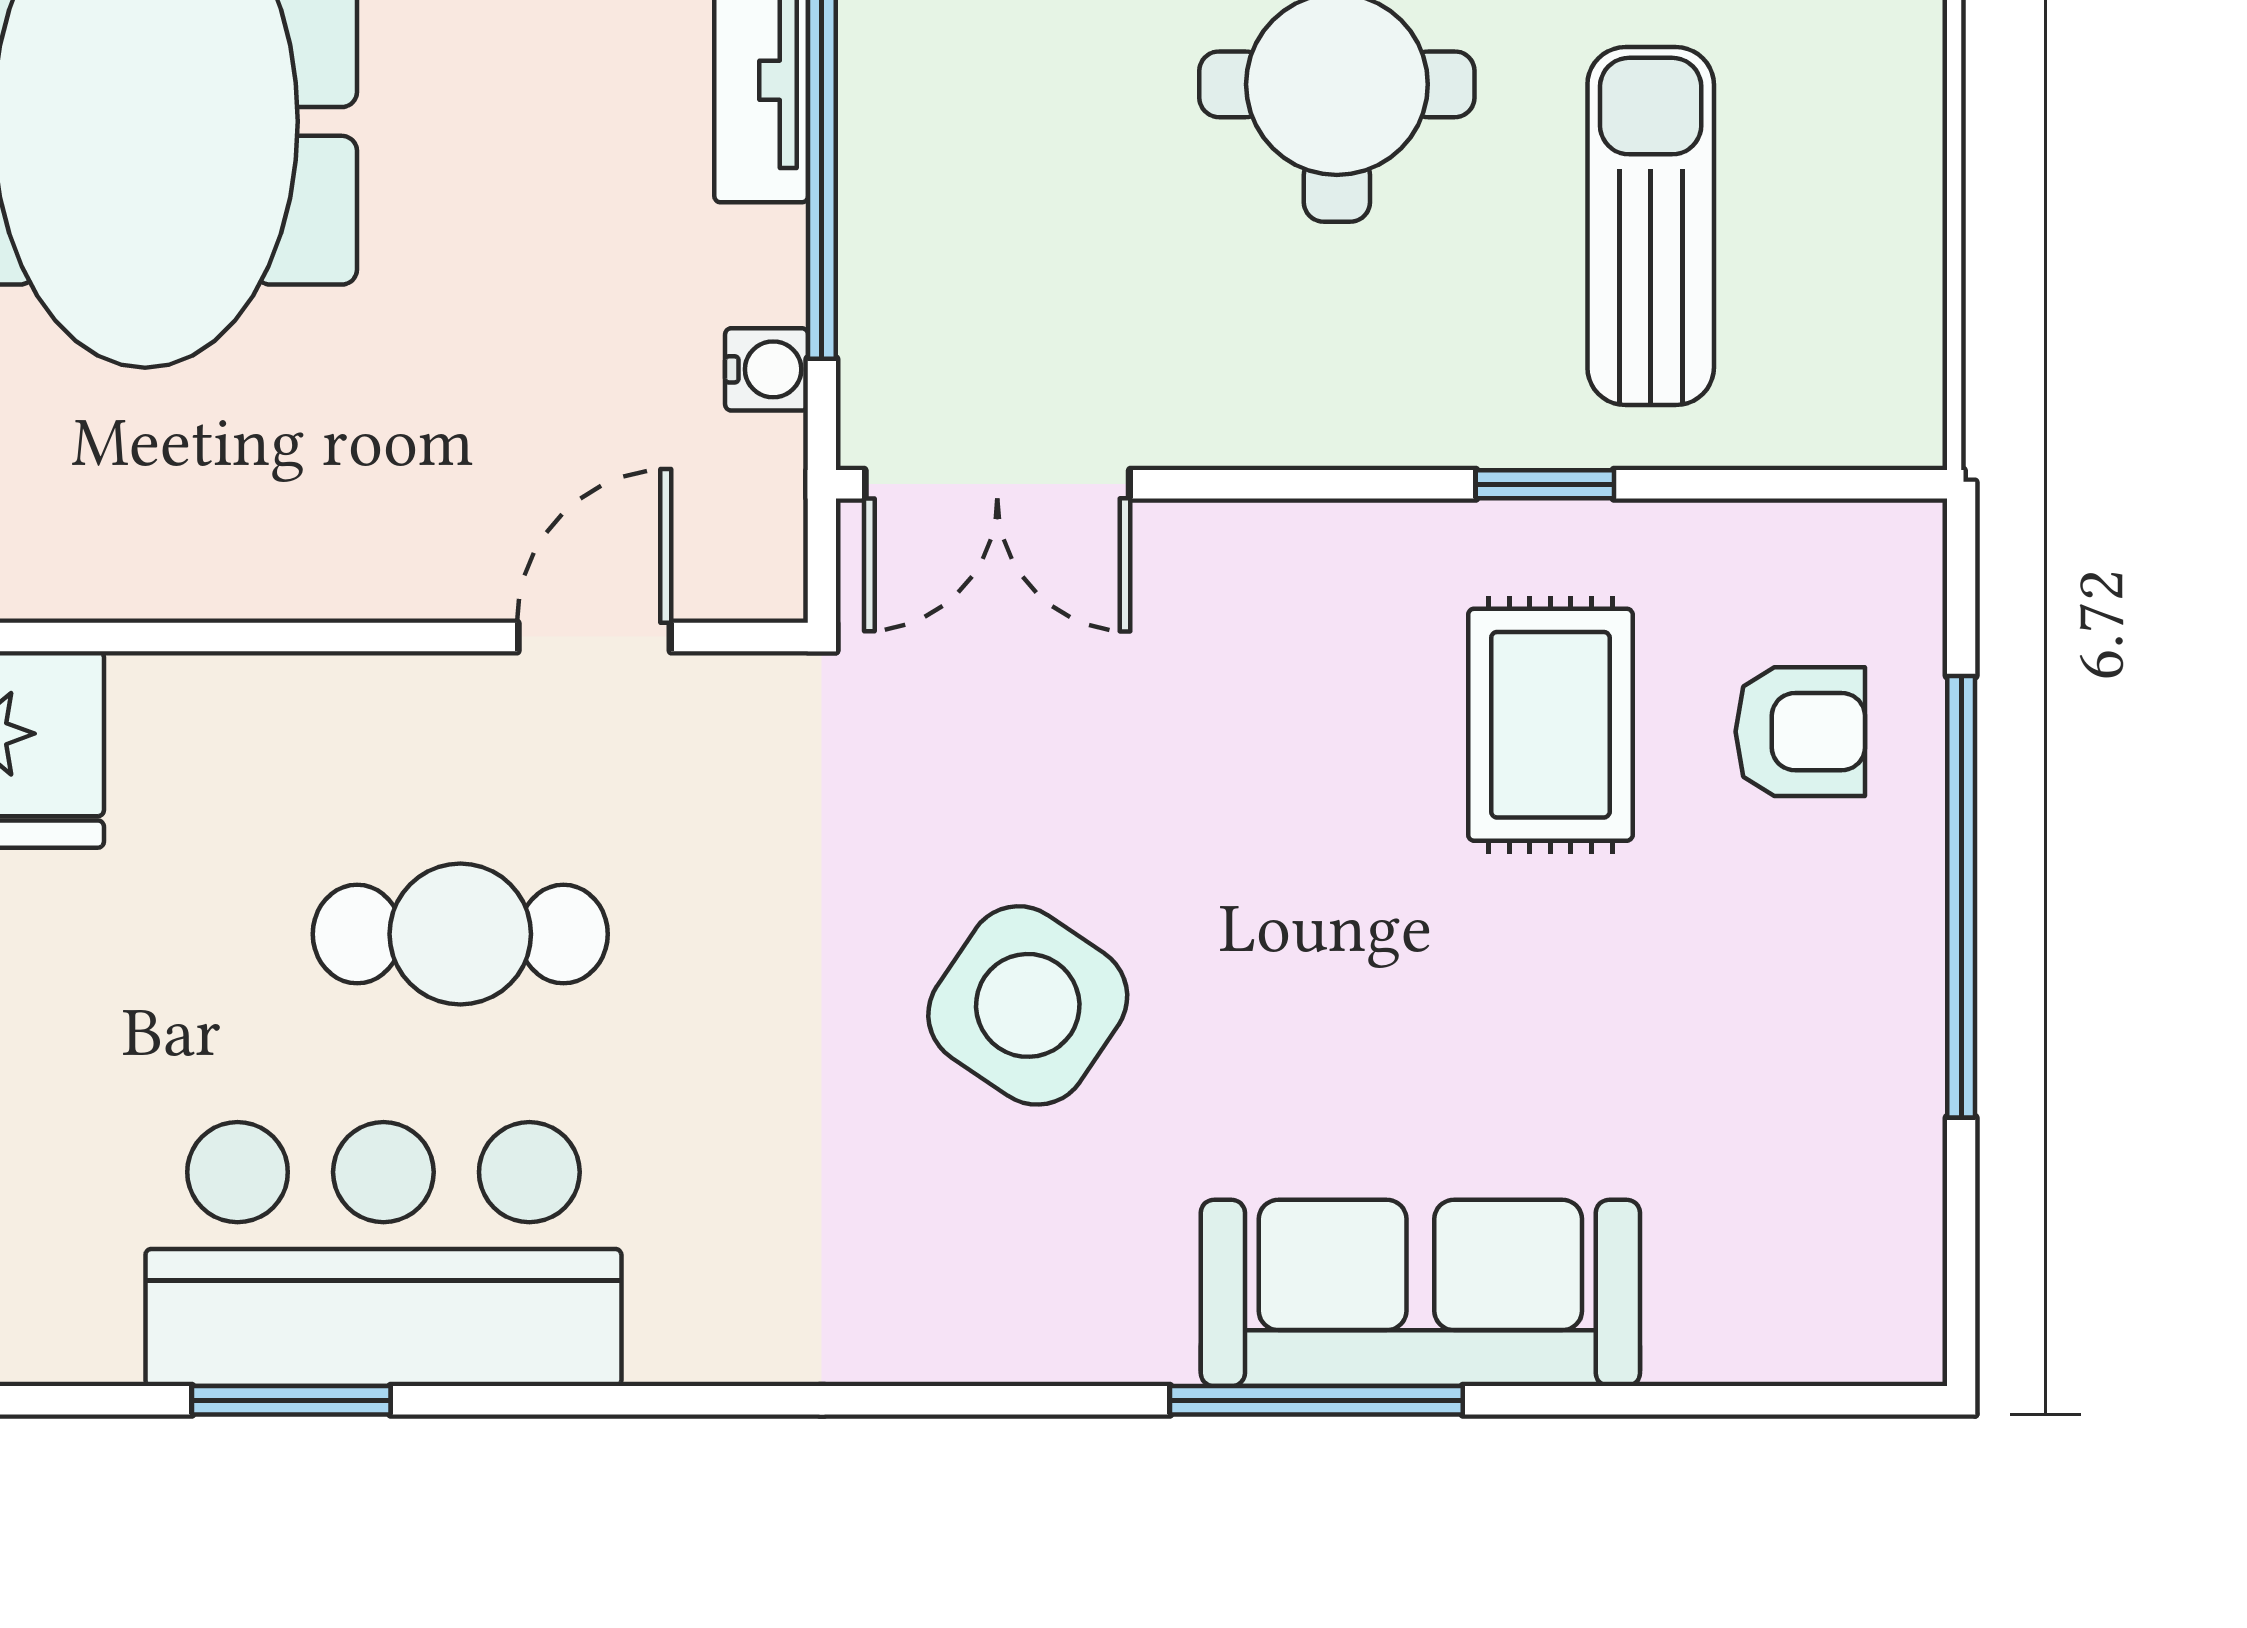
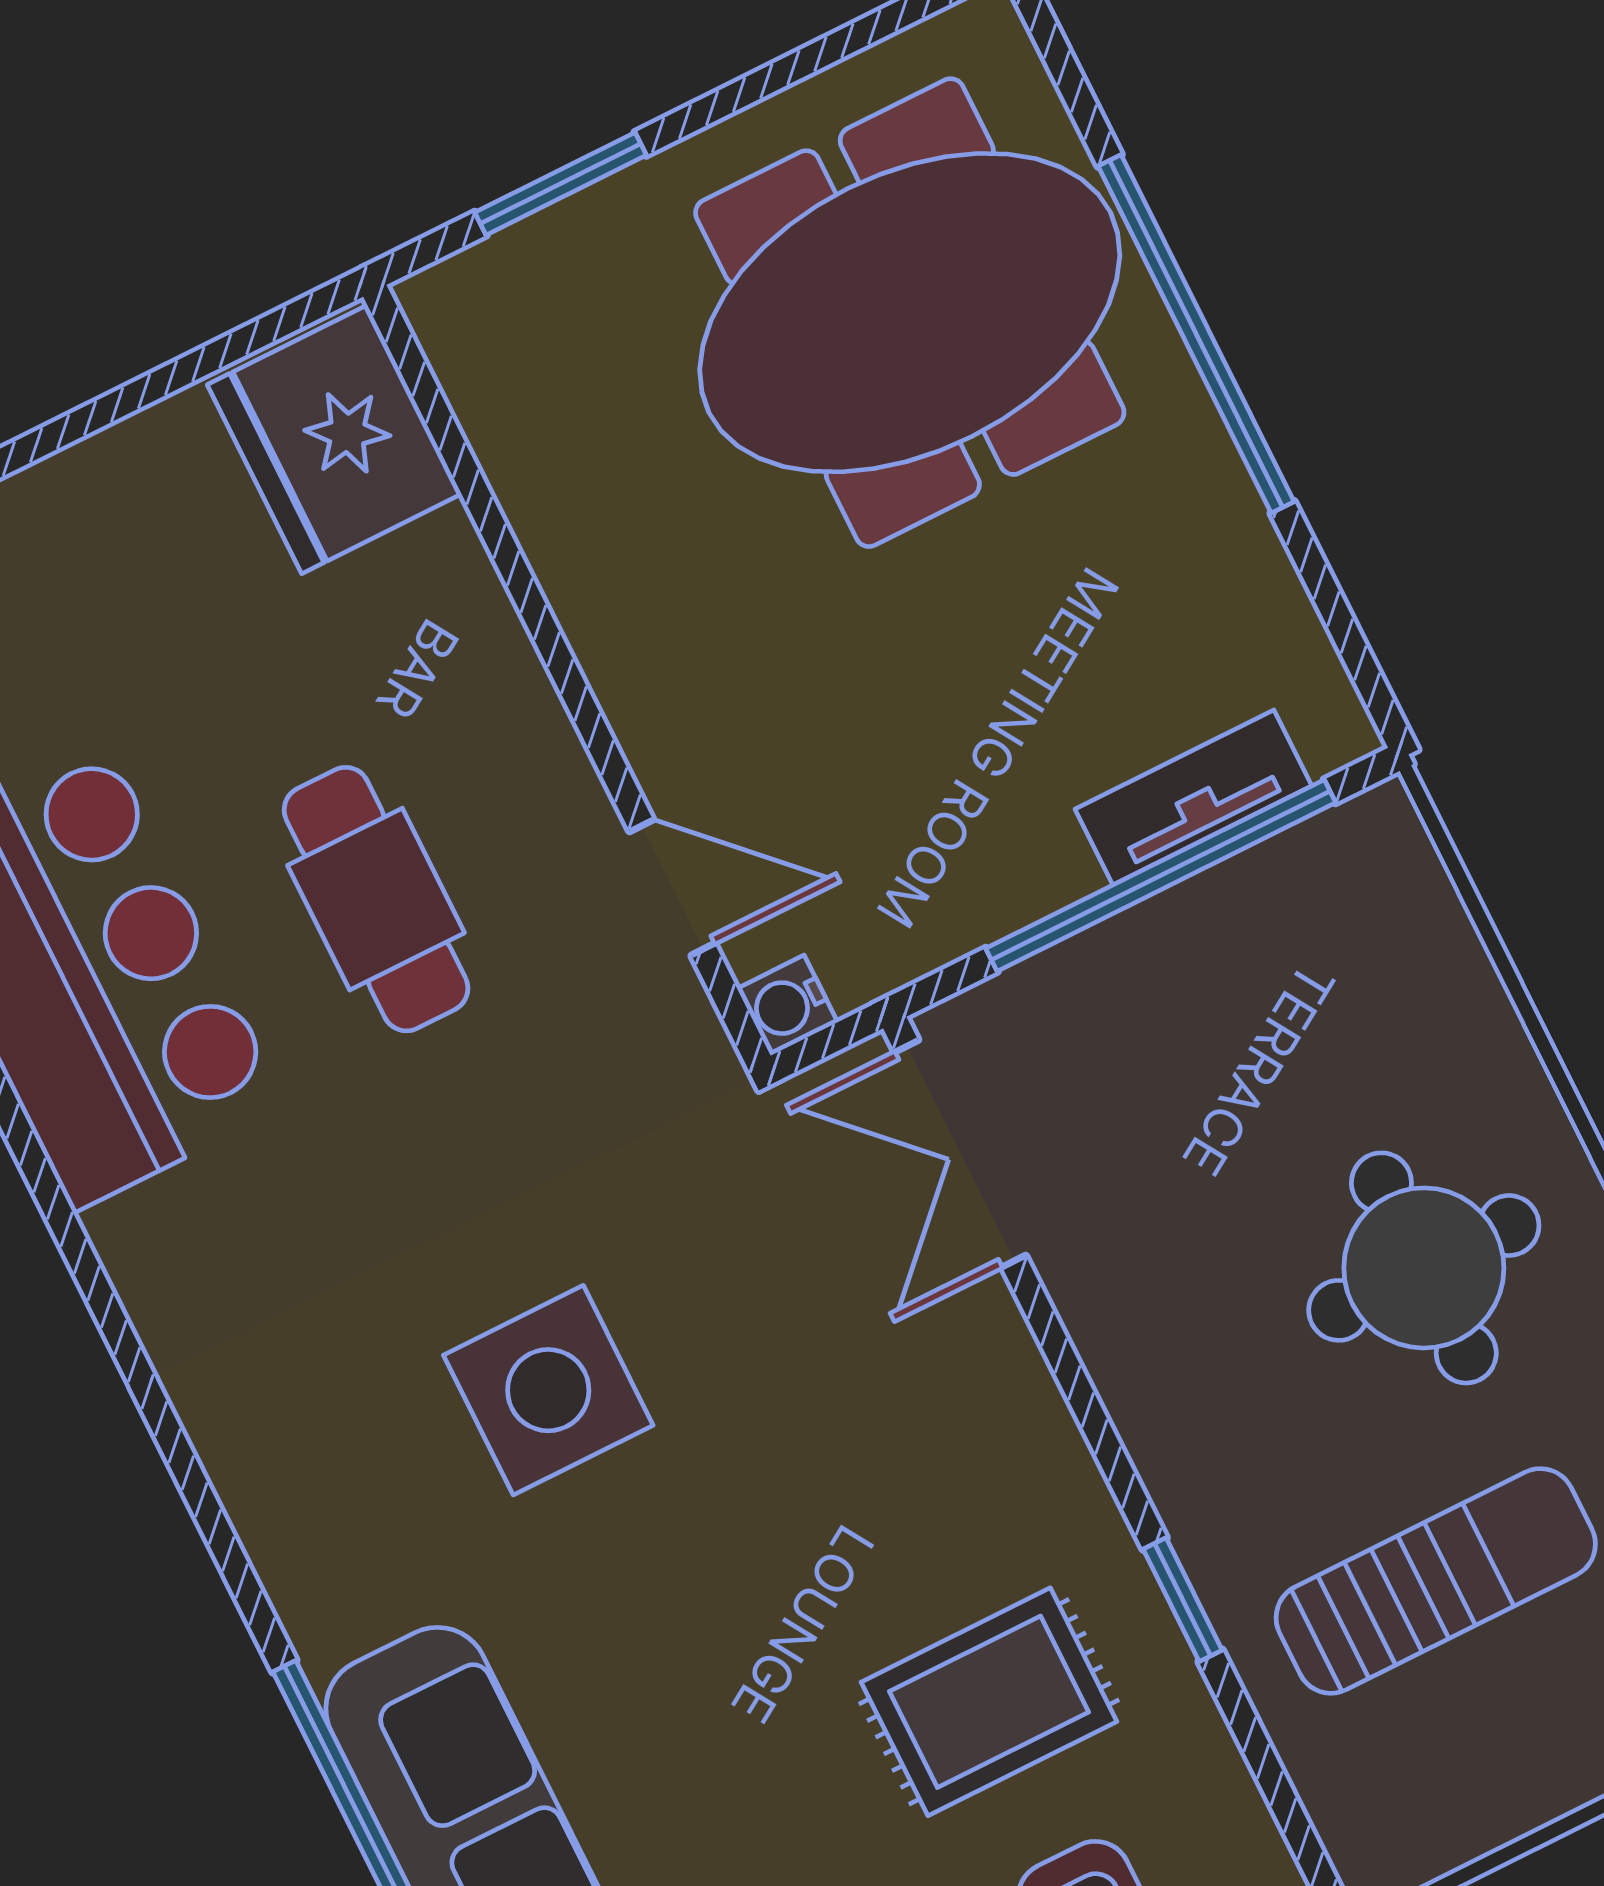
water cooler: (767, 369) -> (787, 1005), moved, turned 90
side table: (1028, 1005) -> (548, 1390), turned -34

